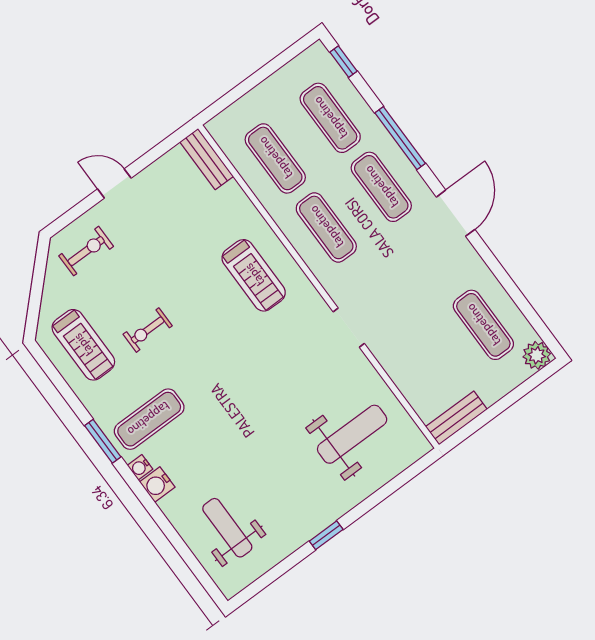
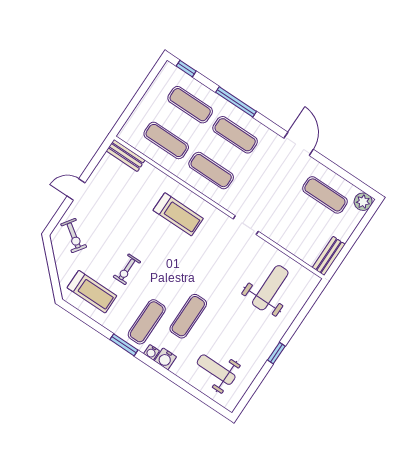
door: (456, 213) -> (299, 144), moved
exercise bike: (86, 251) -> (74, 236), turned 125
exercise mat: (214, 433) -> (188, 316), added

